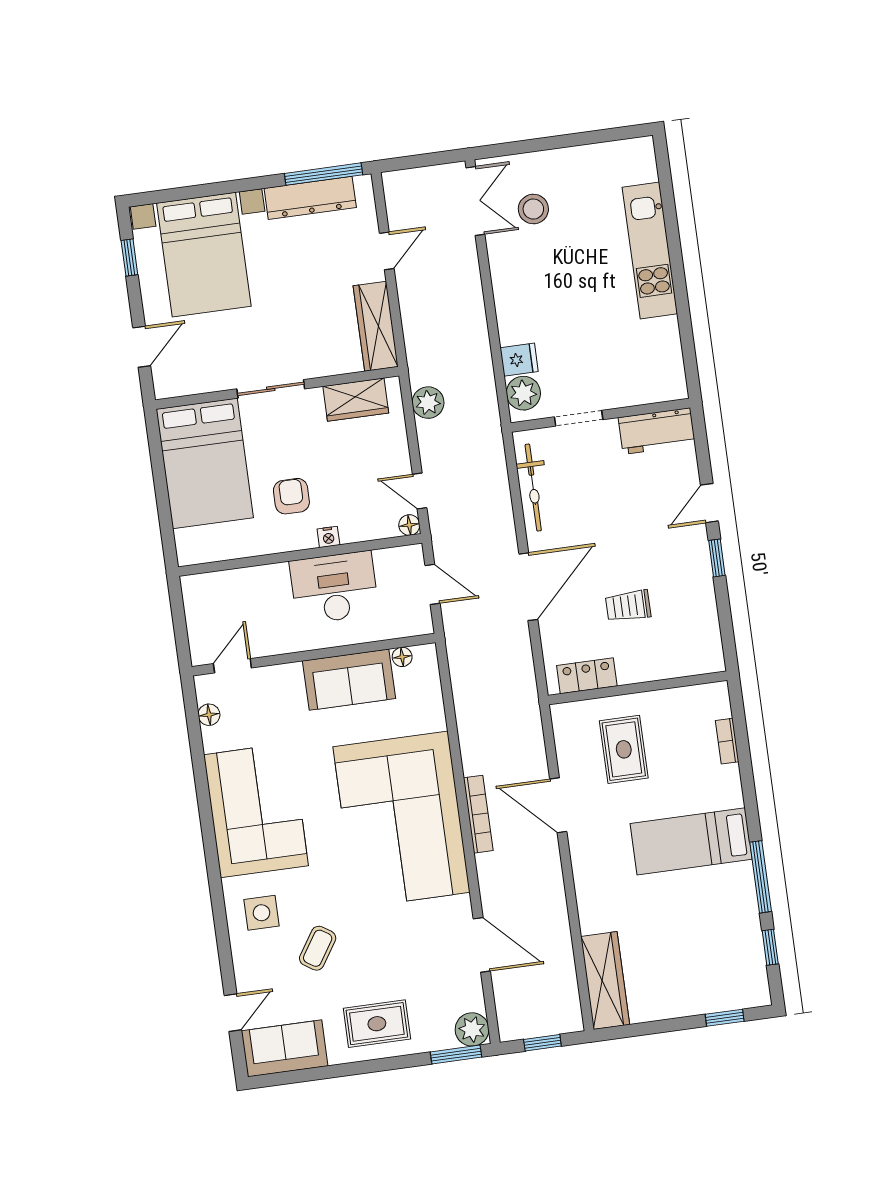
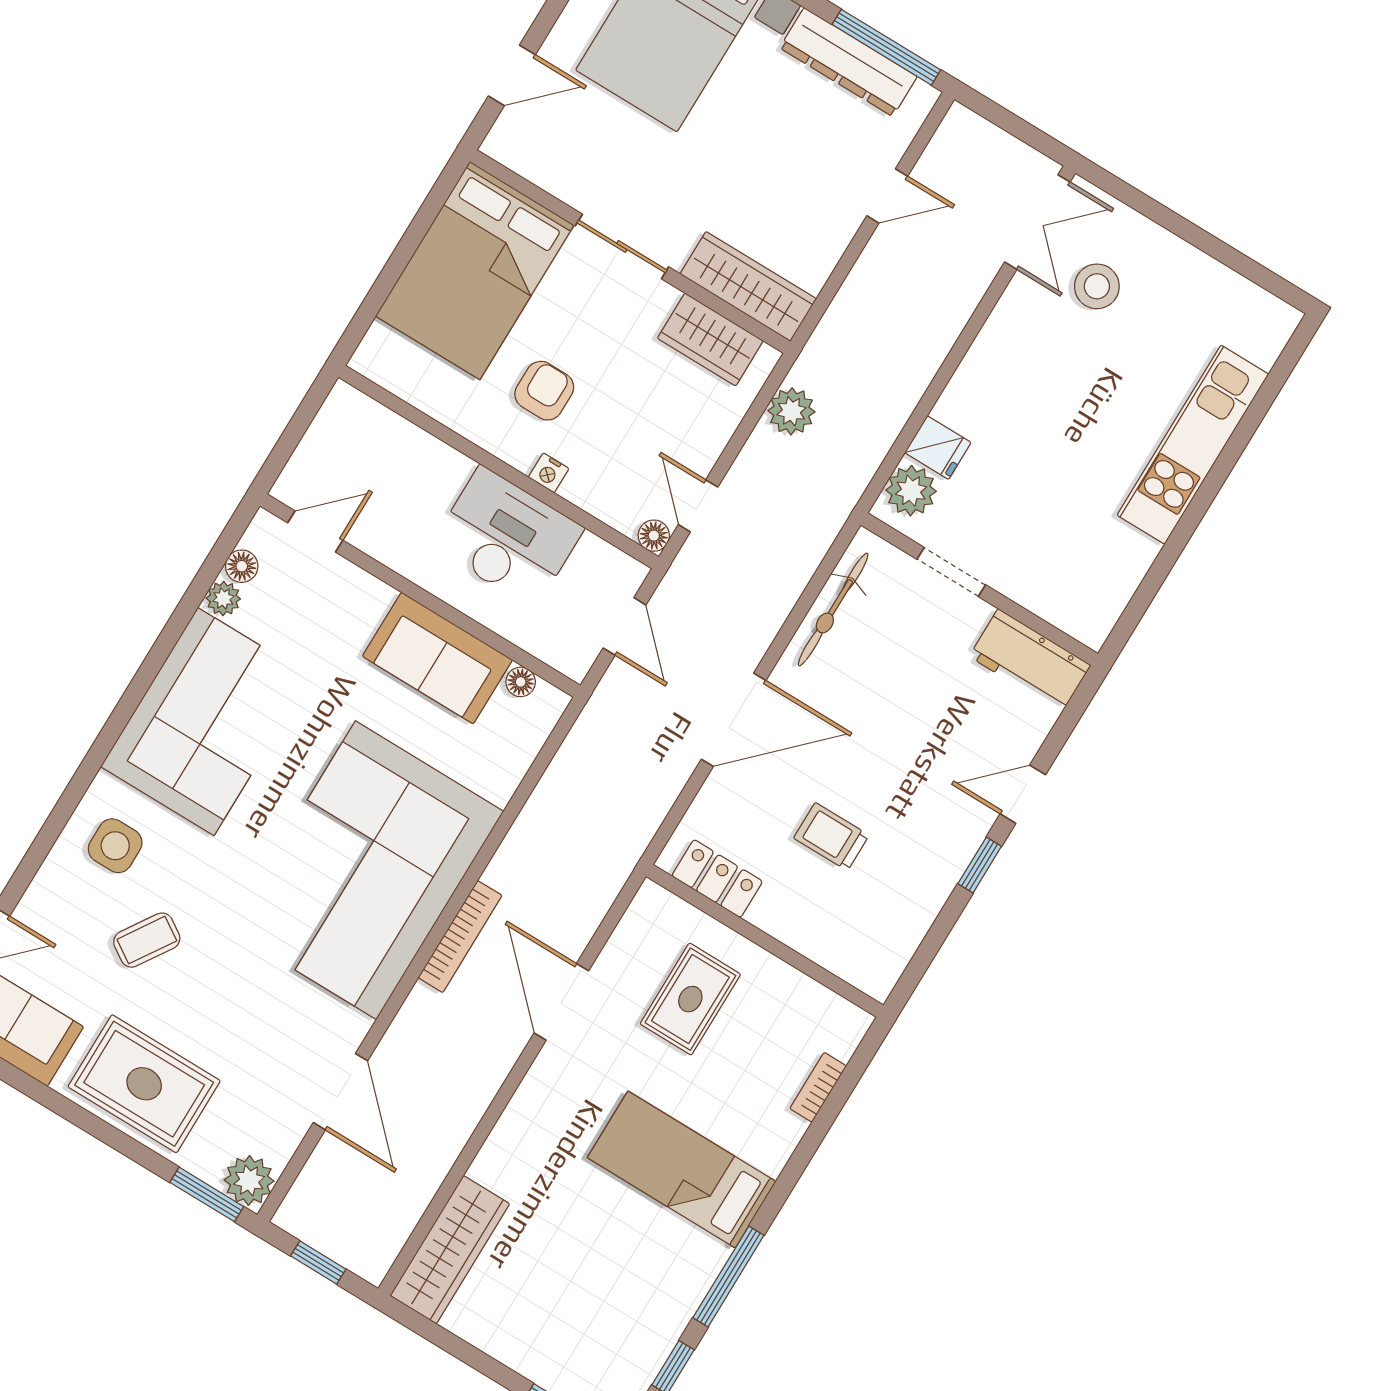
wardrobe: (376, 326) -> (748, 286), moved, turned 90
plant: (213, 739) -> (223, 599), added
rug: (377, 1024) -> (144, 1084), width x1.36, depth x1.43

